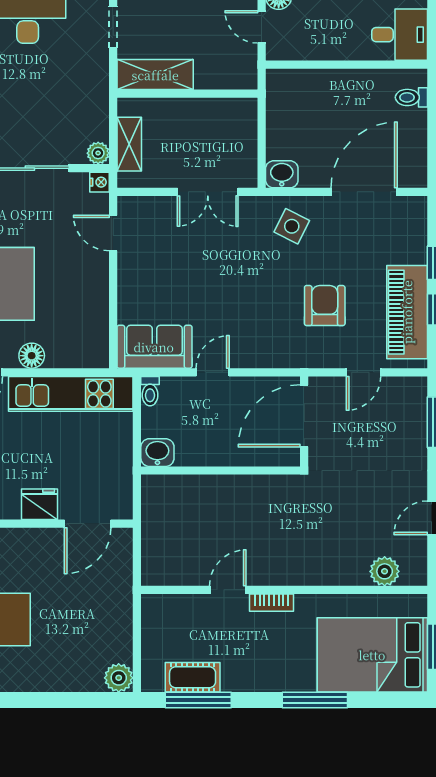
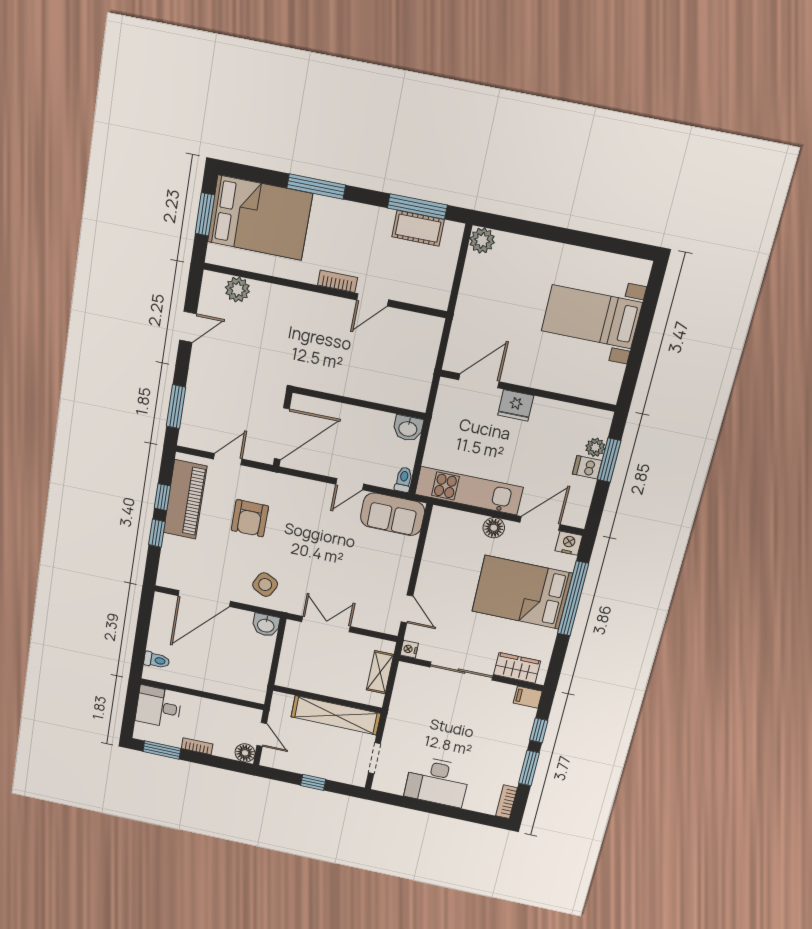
shelving: (155, 75) -> (336, 715), width x1.47
plant: (98, 153) -> (406, 671), removed

